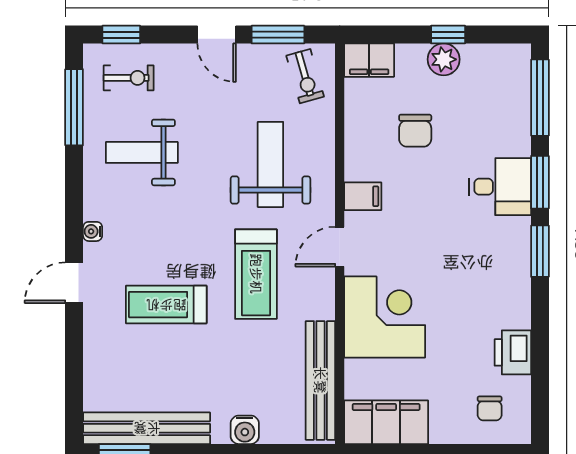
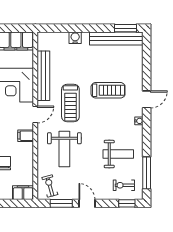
treadmill: (256, 274) -> (70, 103), turned 180
bench: (320, 380) -> (43, 76), moved

